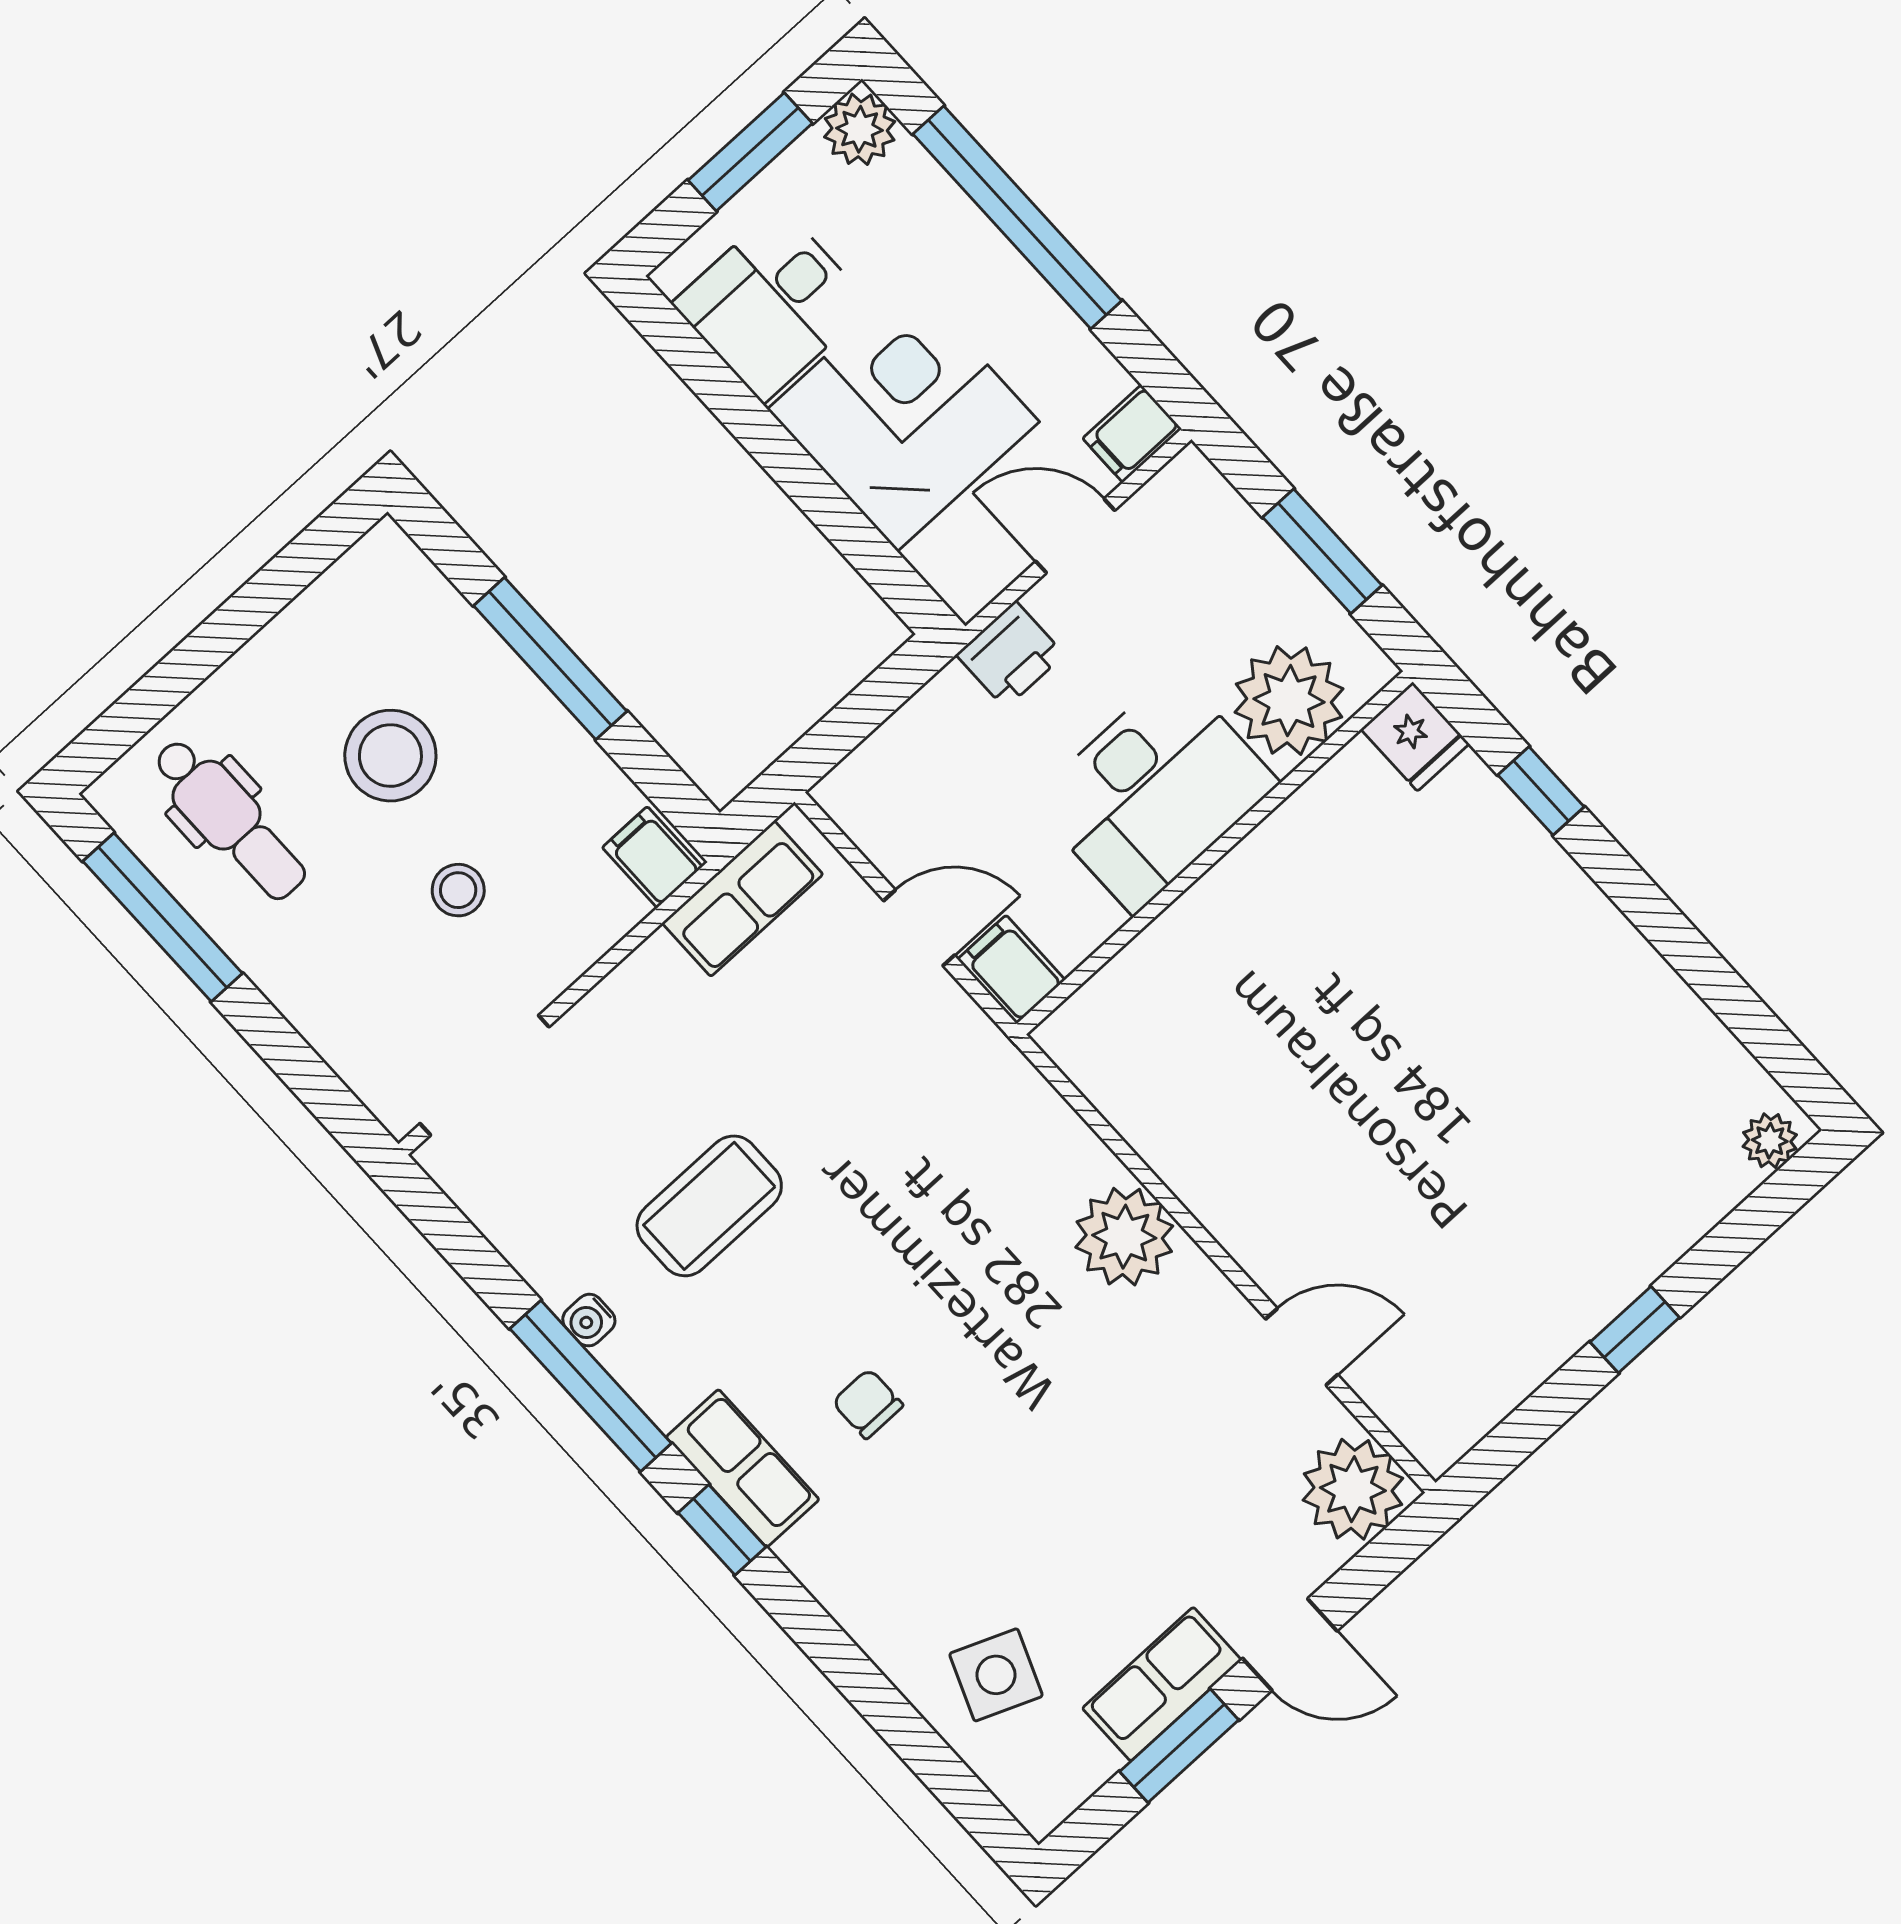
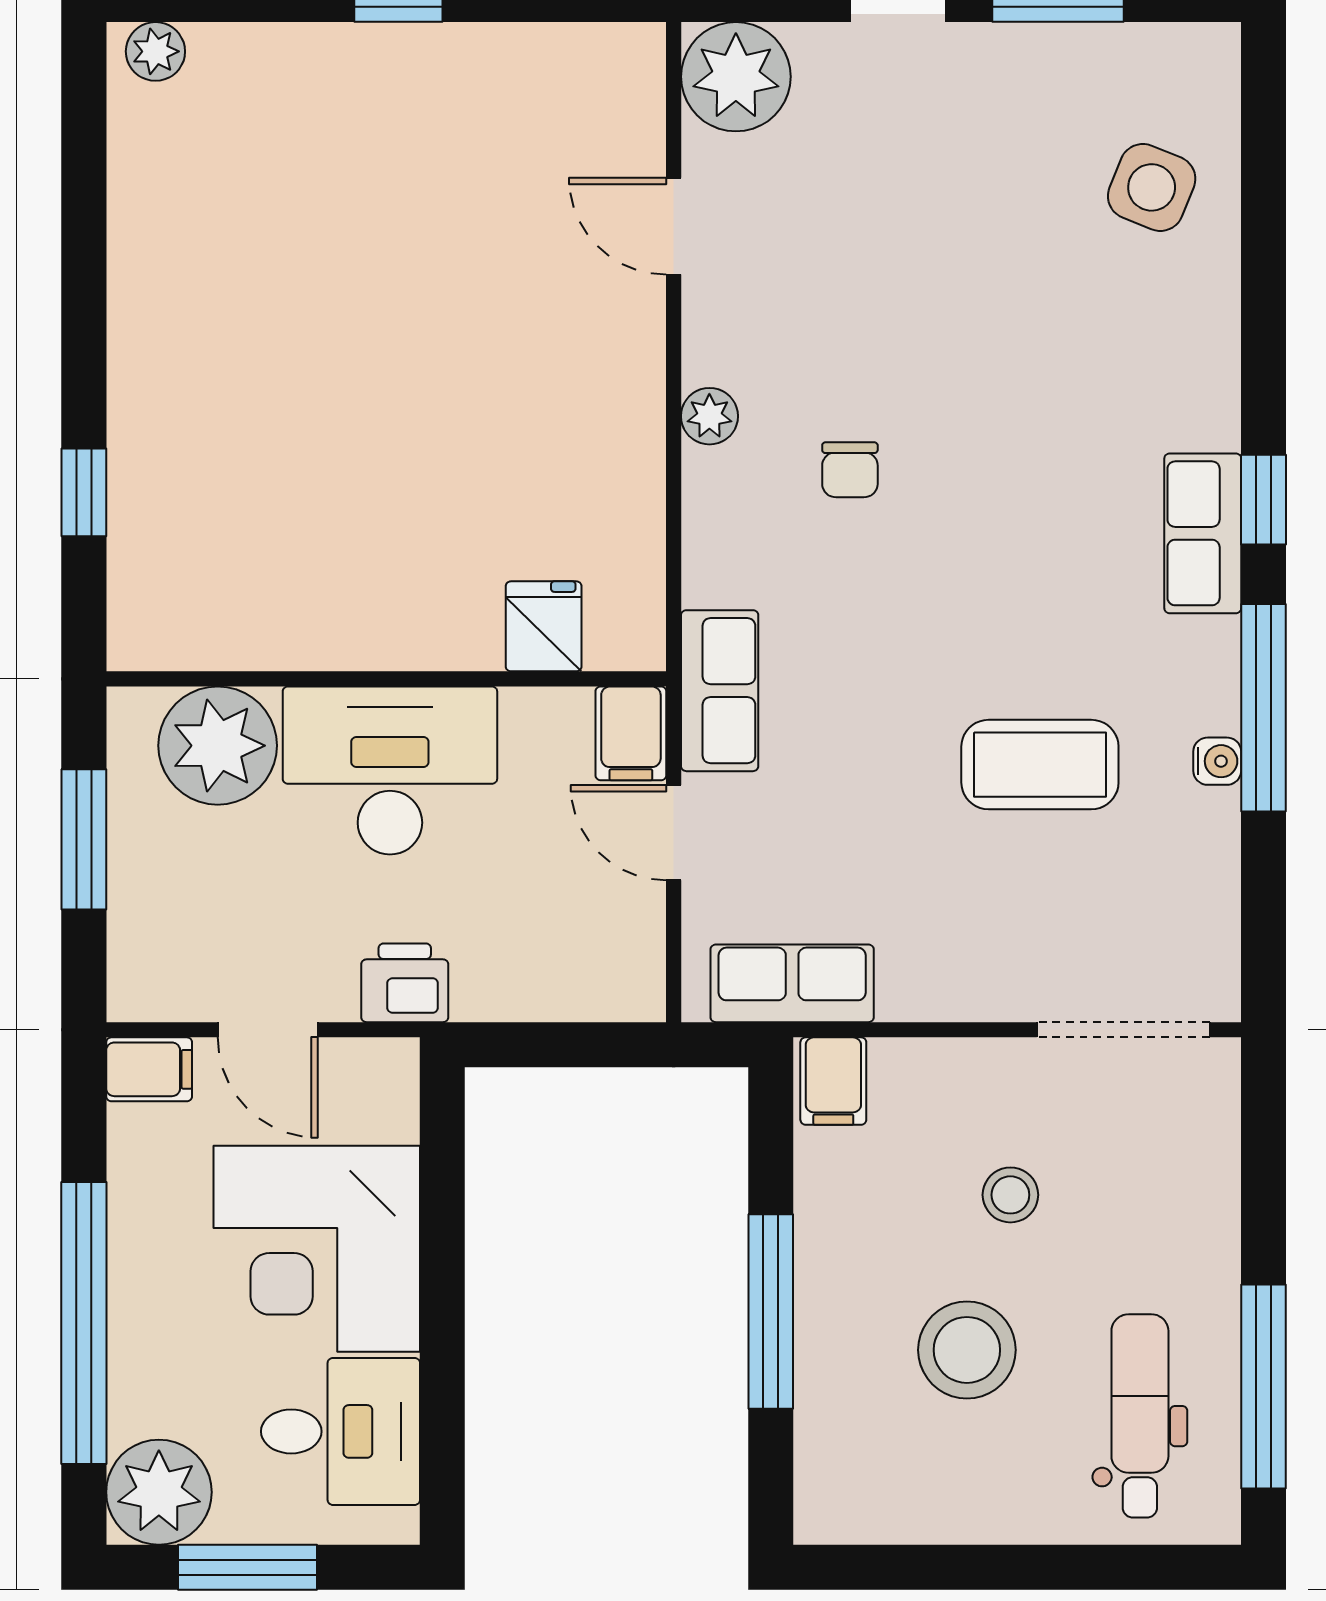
plant: (860, 129) -> (159, 1492), width x1.36, depth x1.36
fridge: (1415, 736) -> (544, 626), moved
plant: (1124, 1237) -> (709, 416), width x0.53, depth x0.53
chair: (868, 1404) -> (850, 470), moved
row of seats: (1162, 1684) -> (720, 691), moved, turned -90

